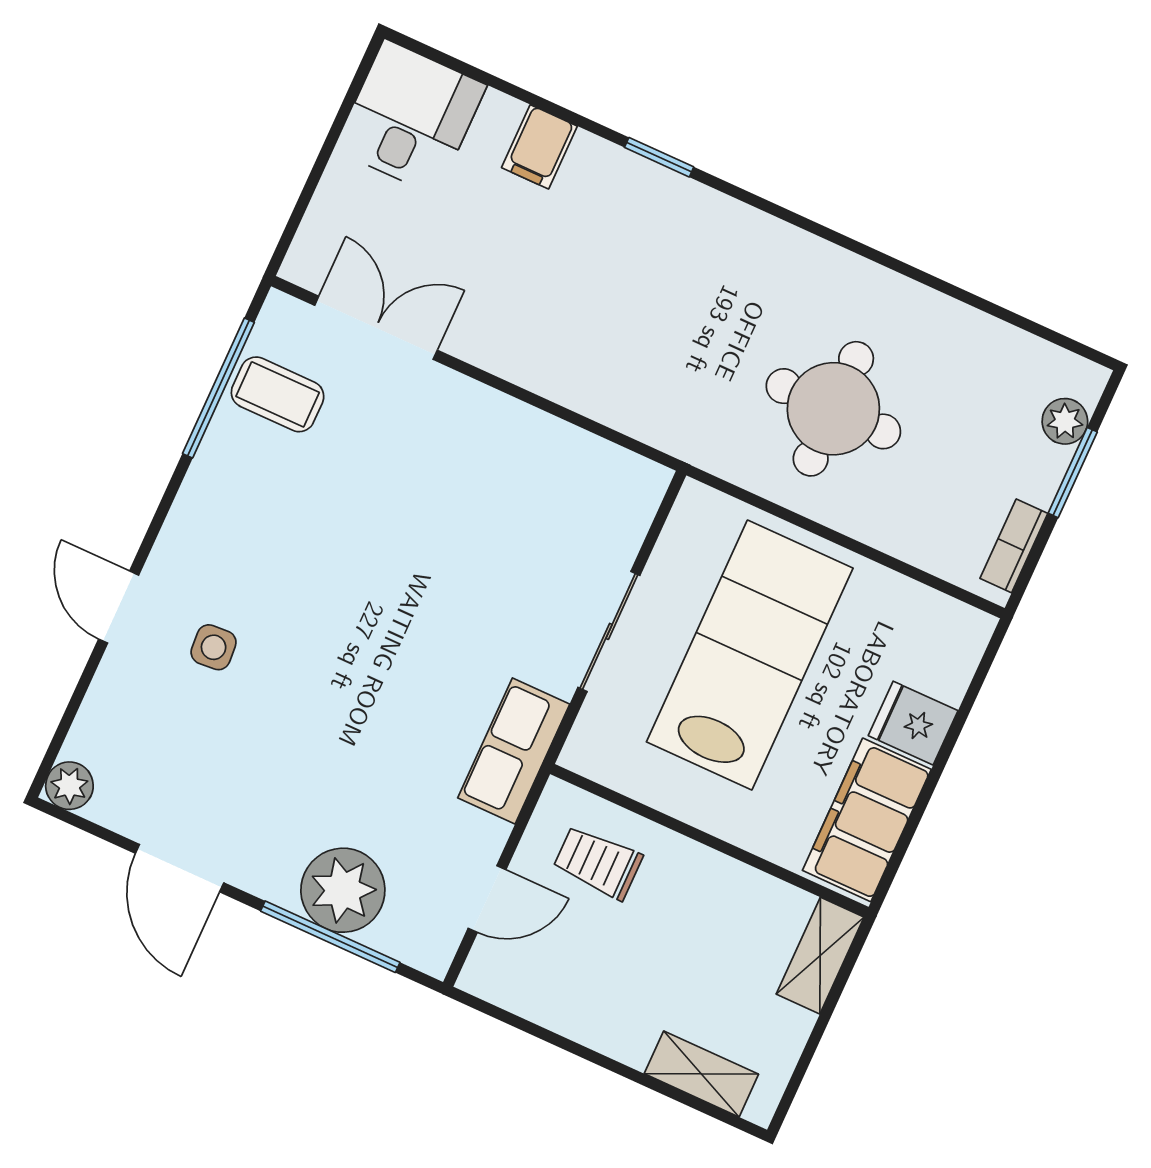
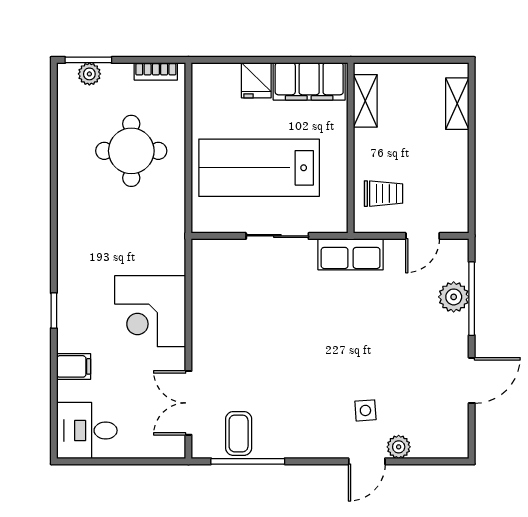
corner desk: (577, 334) -> (150, 311), added
round table: (833, 409) -> (131, 151), moved
window: (1073, 473) -> (88, 60), moved
plant: (69, 786) -> (399, 447), moved
trolley: (598, 863) -> (383, 194), turned -90
plant: (343, 890) -> (454, 297), width x0.73, depth x0.73
door: (487, 899) -> (423, 236), swing flipped
shelving: (820, 956) -> (365, 101), moved, turned 90

